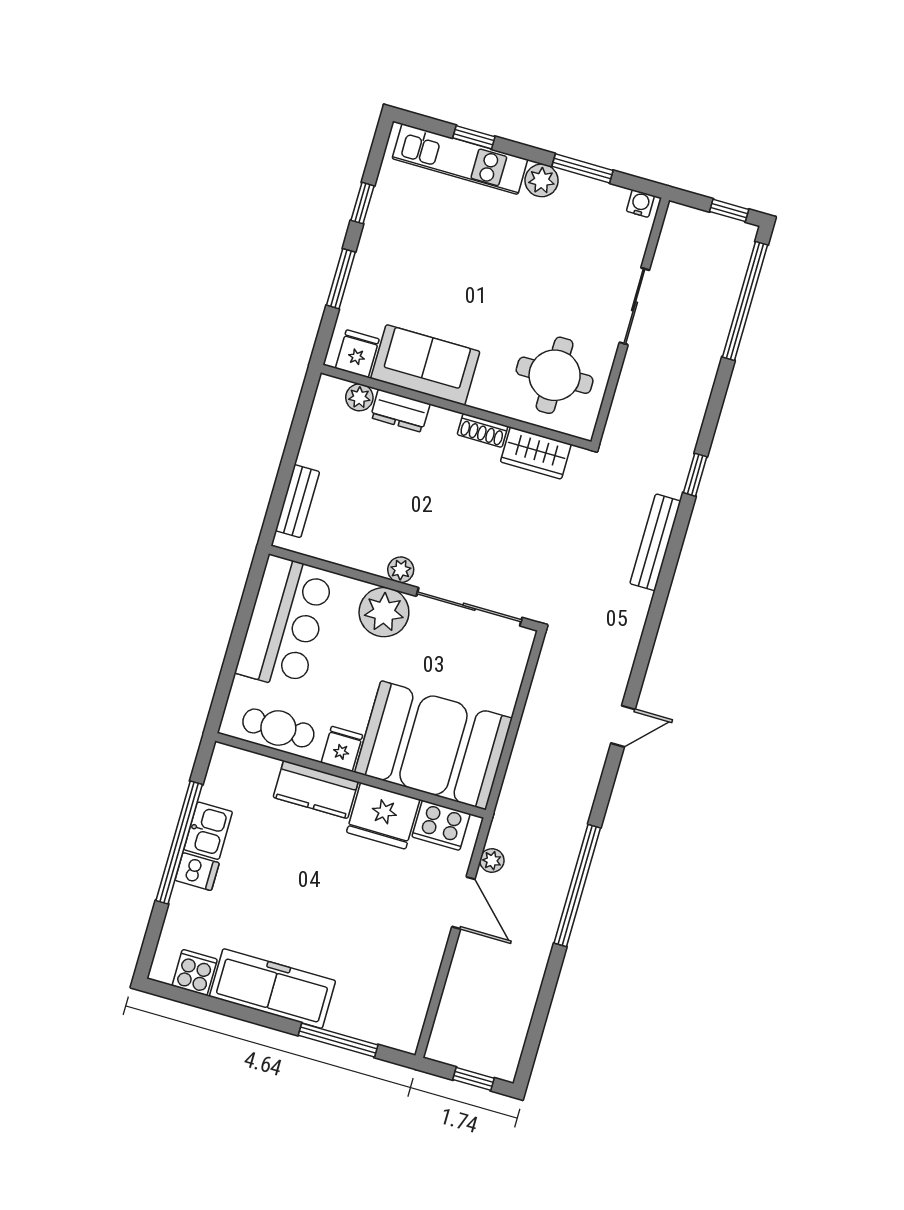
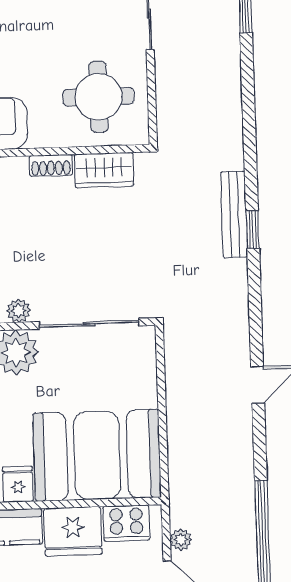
window: (695, 475) -> (253, 230), moved

